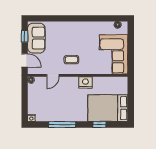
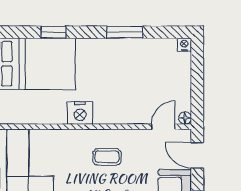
door: (53, 75) -> (163, 127), moved
window: (62, 124) -> (125, 32), width x0.69

